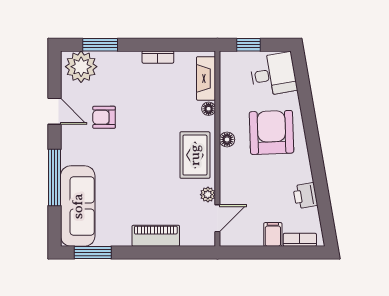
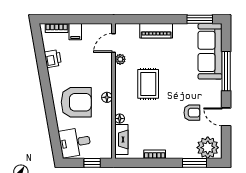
armchair: (271, 132) -> (76, 102), turned -88
rug: (195, 155) -> (148, 84), moved

